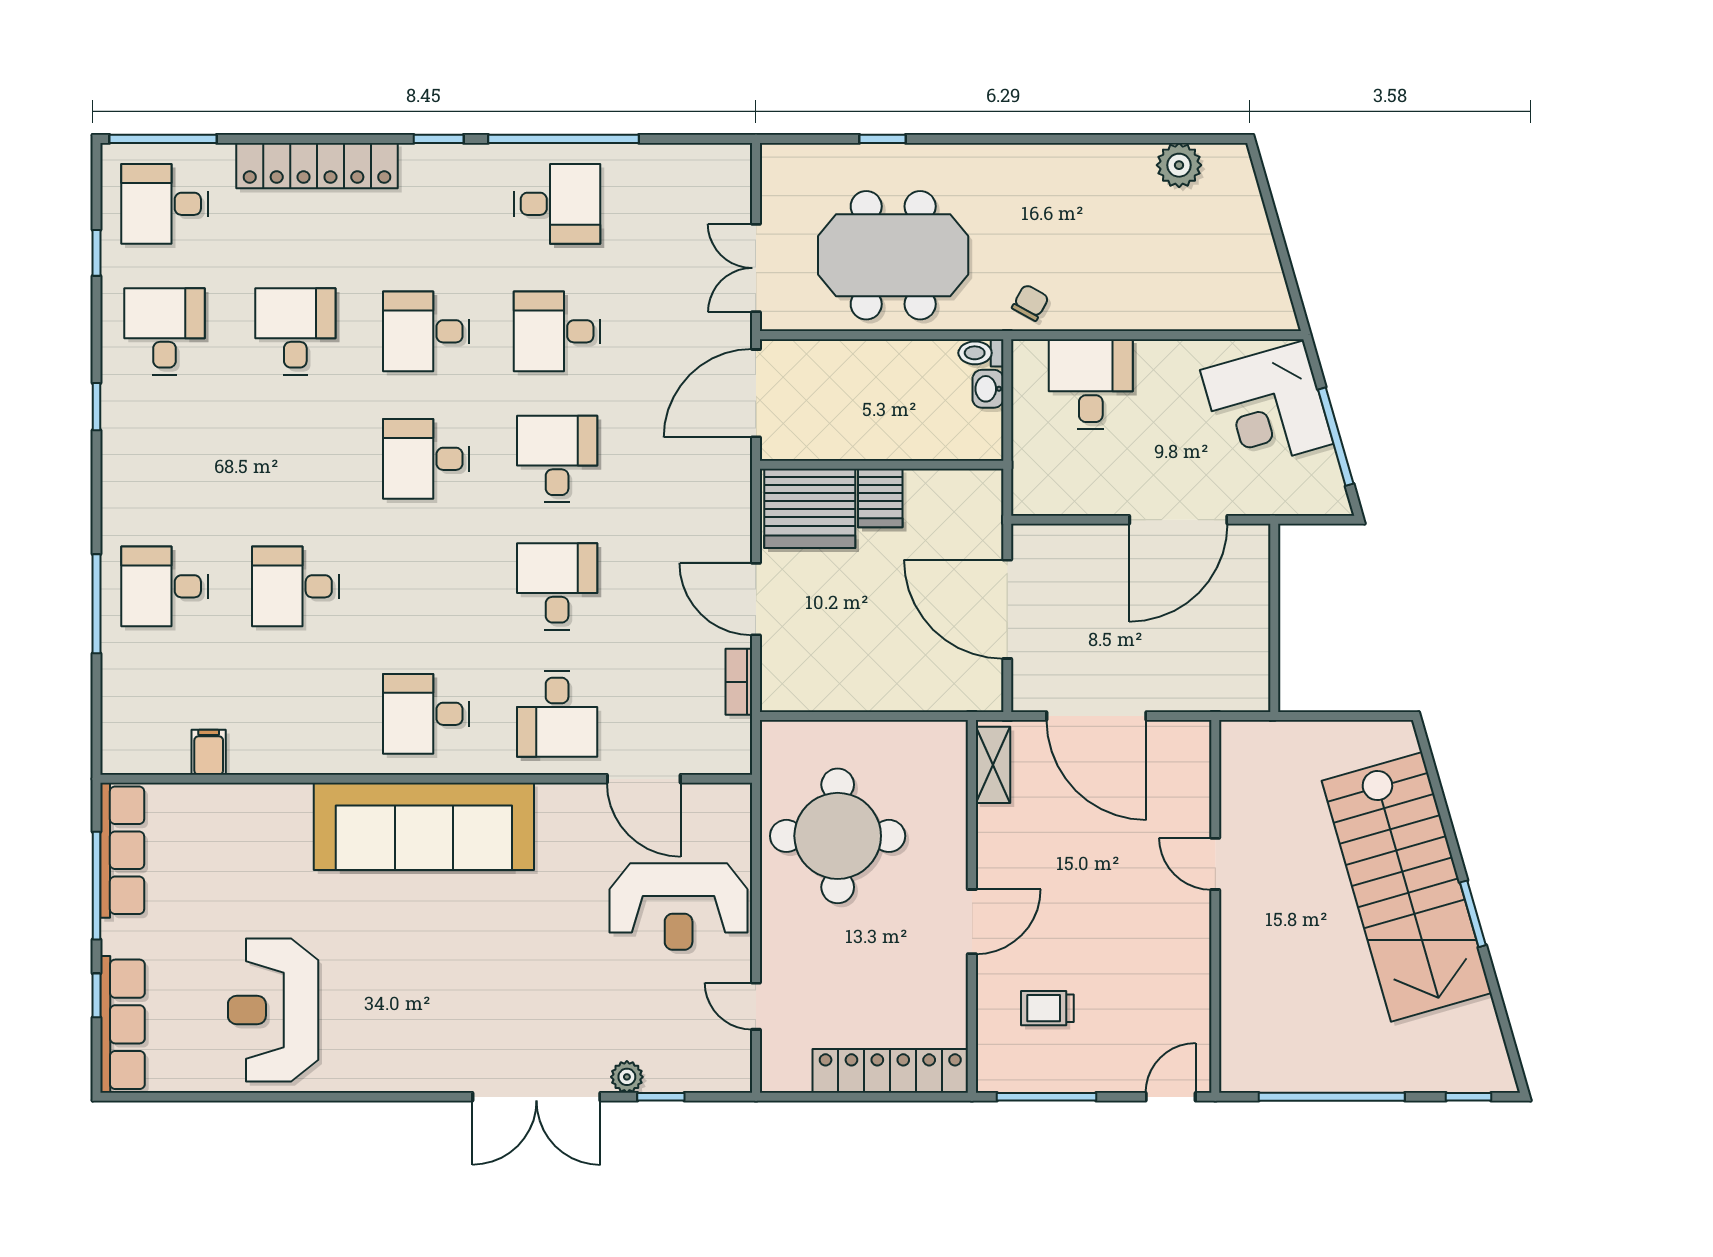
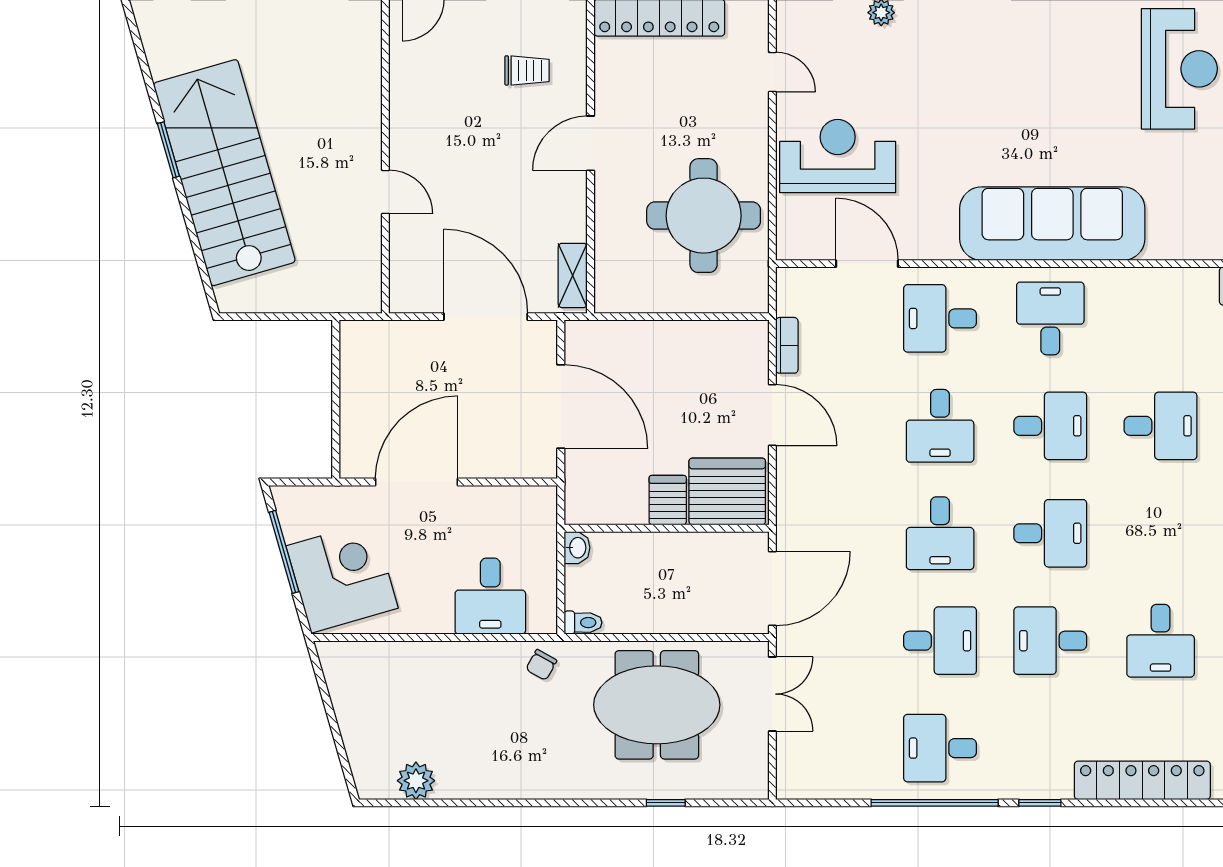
desk: (426, 331) -> (1050, 641), turned 180
washbasin: (988, 389) -> (577, 548), moved
desk: (426, 586) -> (1050, 426), added
desk: (426, 714) -> (1050, 318), turned -90
desk: (557, 714) -> (940, 318), turned -90

